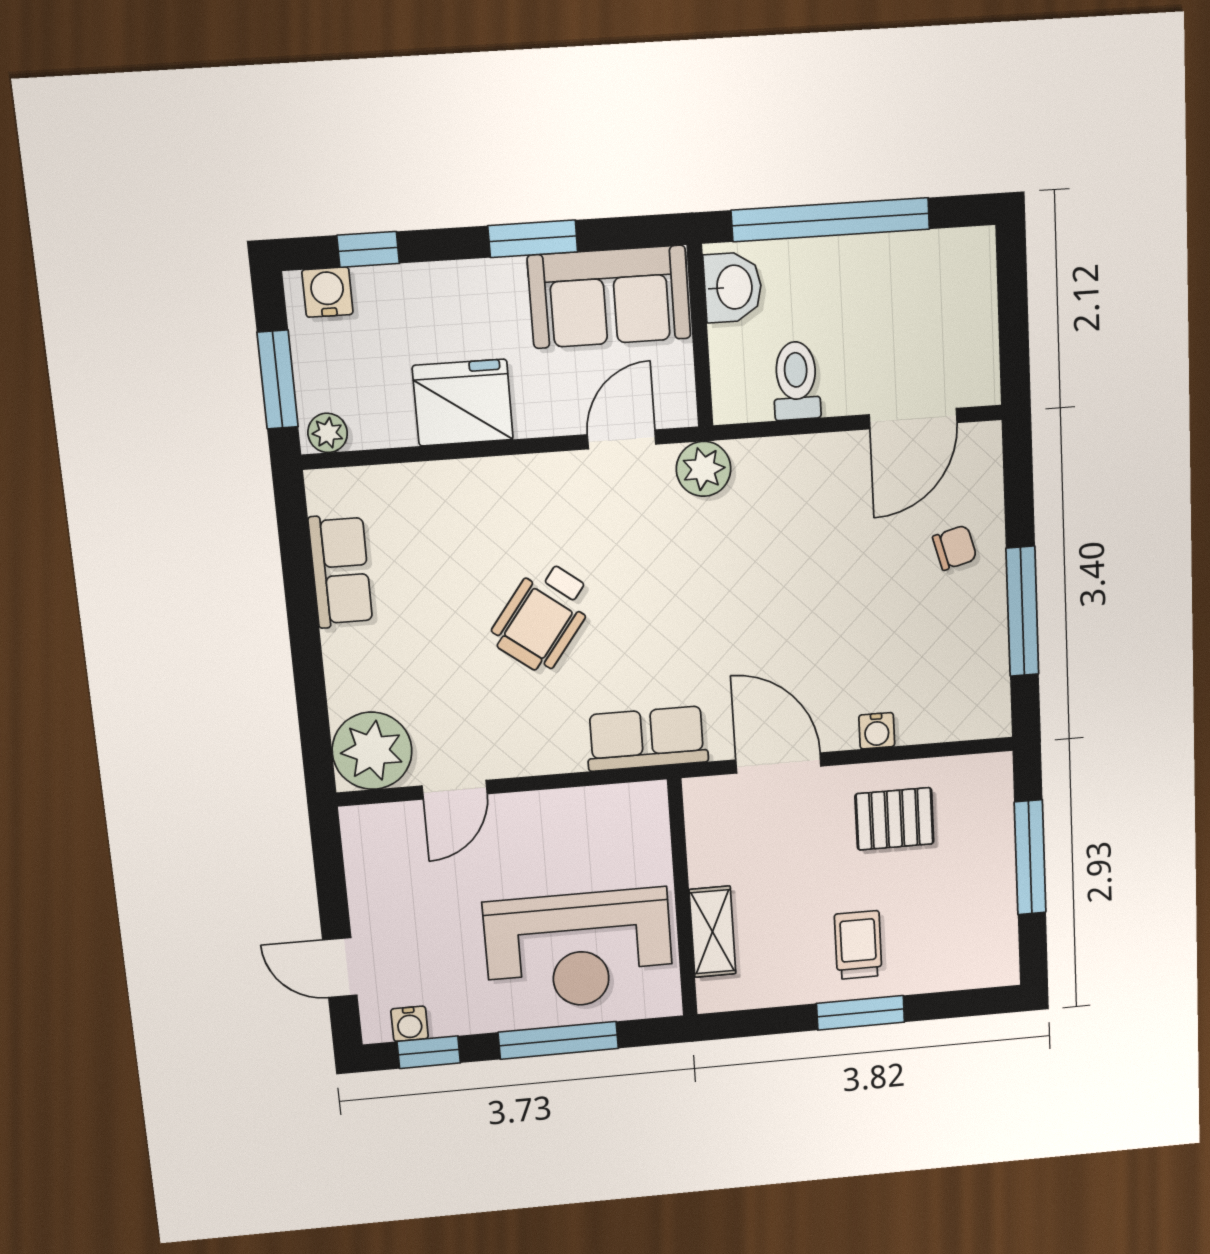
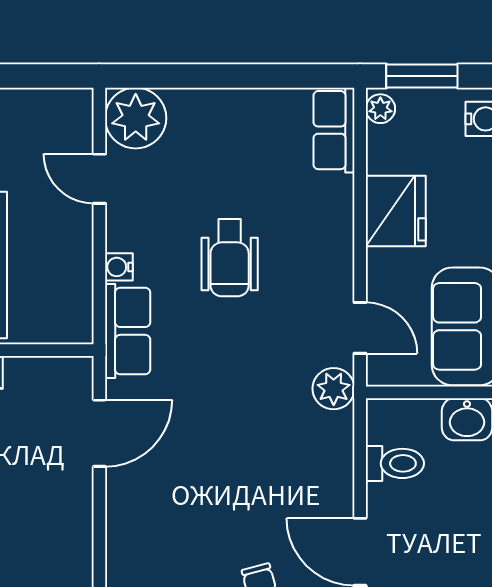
row of seats: (340, 571) -> (334, 130), moved, turned 90
wheelchair: (543, 617) -> (230, 258), turned -127
water cooler: (877, 731) -> (119, 267), moved
pallet: (894, 819) -> (46, 523), removed

